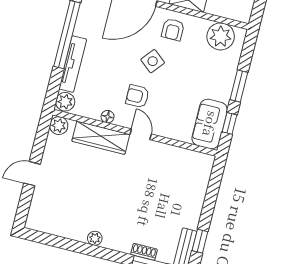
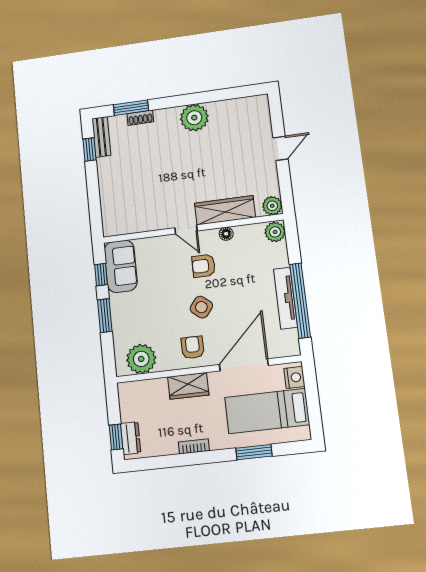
tv unit: (73, 64) -> (285, 298), moved
armchair: (137, 96) -> (204, 266), turned 180
plant: (95, 238) -> (194, 118), width x1.88, depth x1.88

